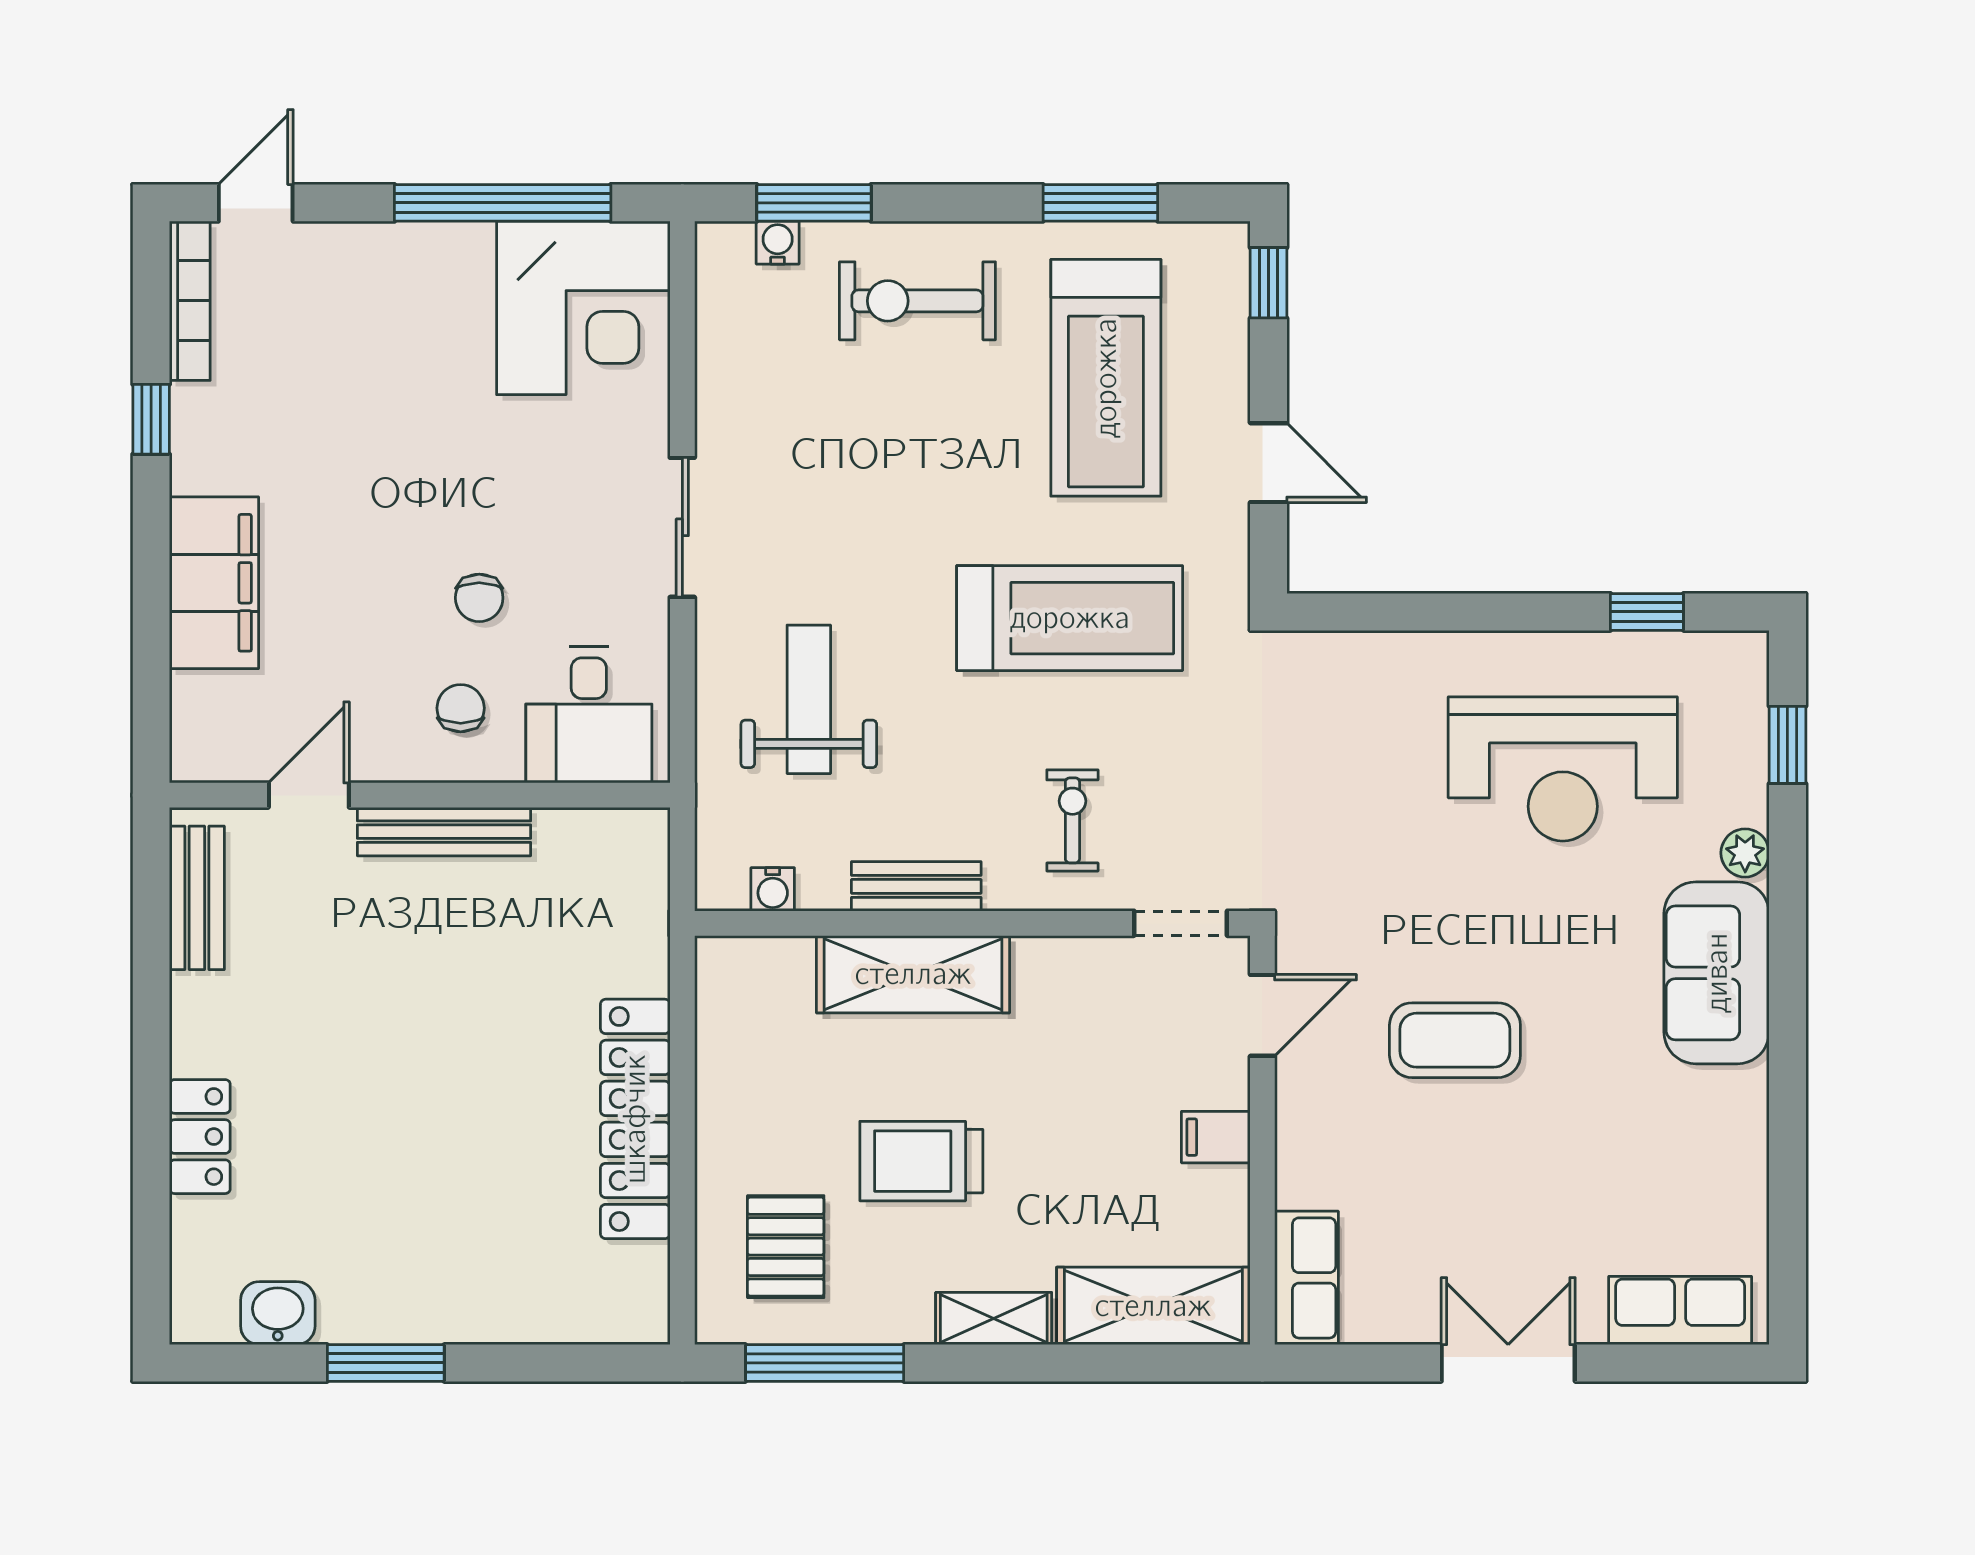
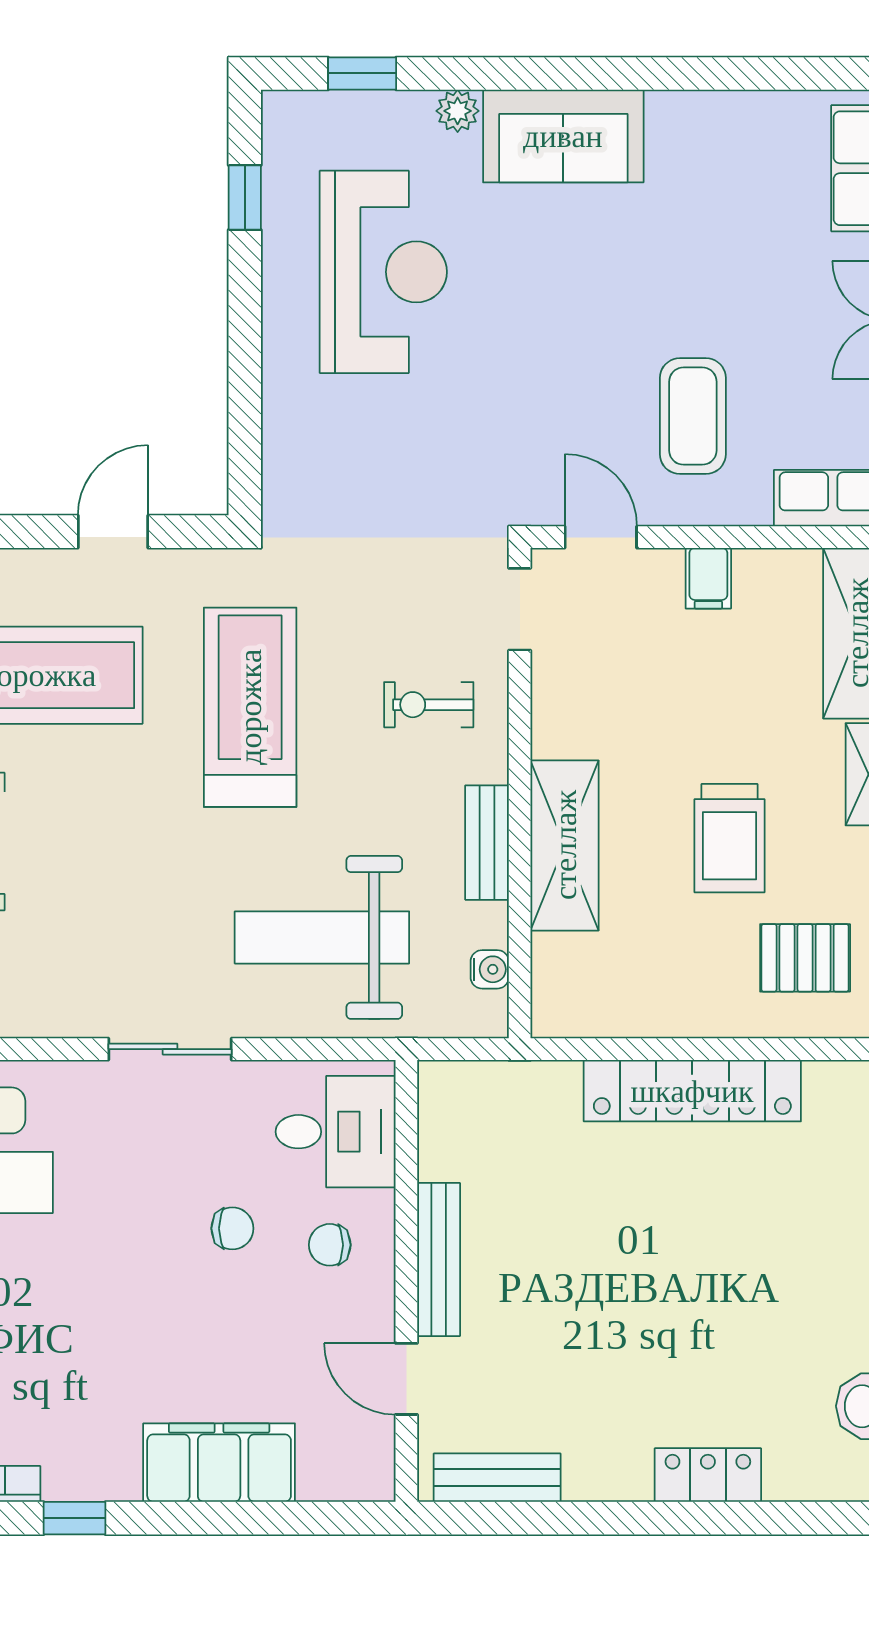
weight bench: (809, 699) -> (322, 937), width x1.36, depth x1.33
coffee table: (1455, 1040) -> (693, 416), moved

